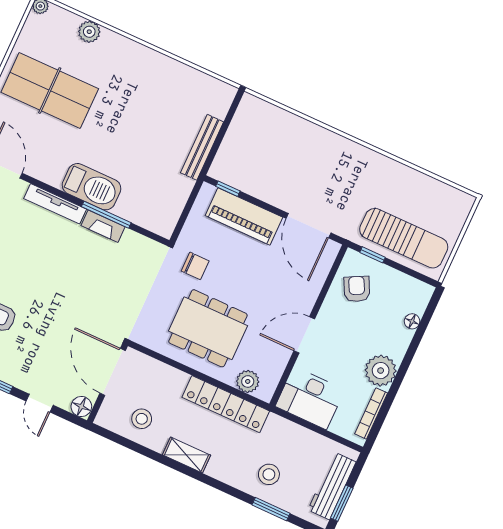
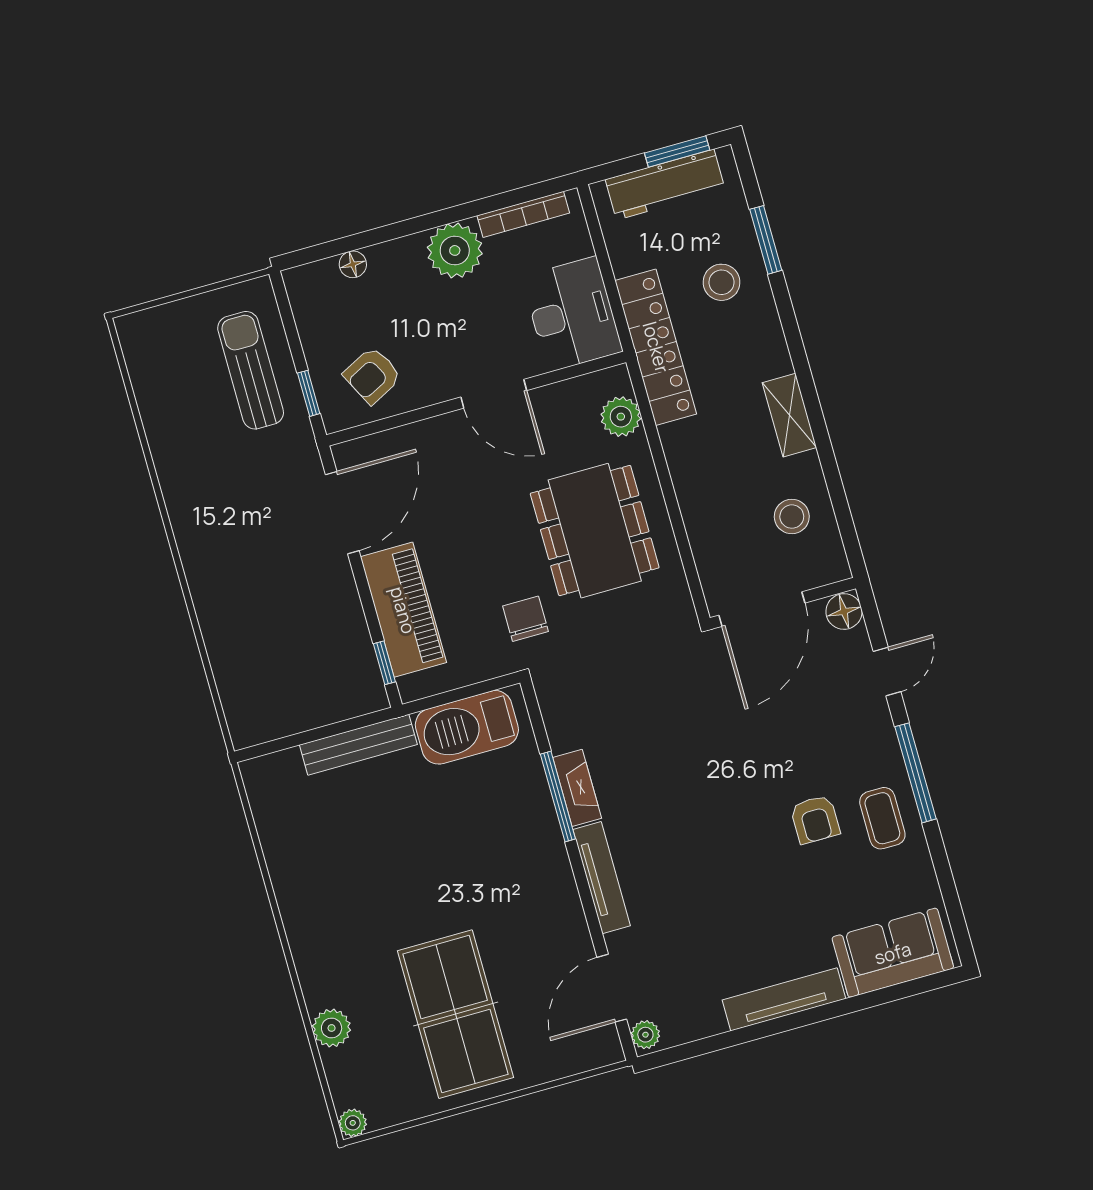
barbecue: (92, 187) -> (467, 727), moved, turned -90
sun lounger: (404, 238) -> (251, 370), width x0.73, depth x0.75
locker: (226, 404) -> (656, 347), moved

